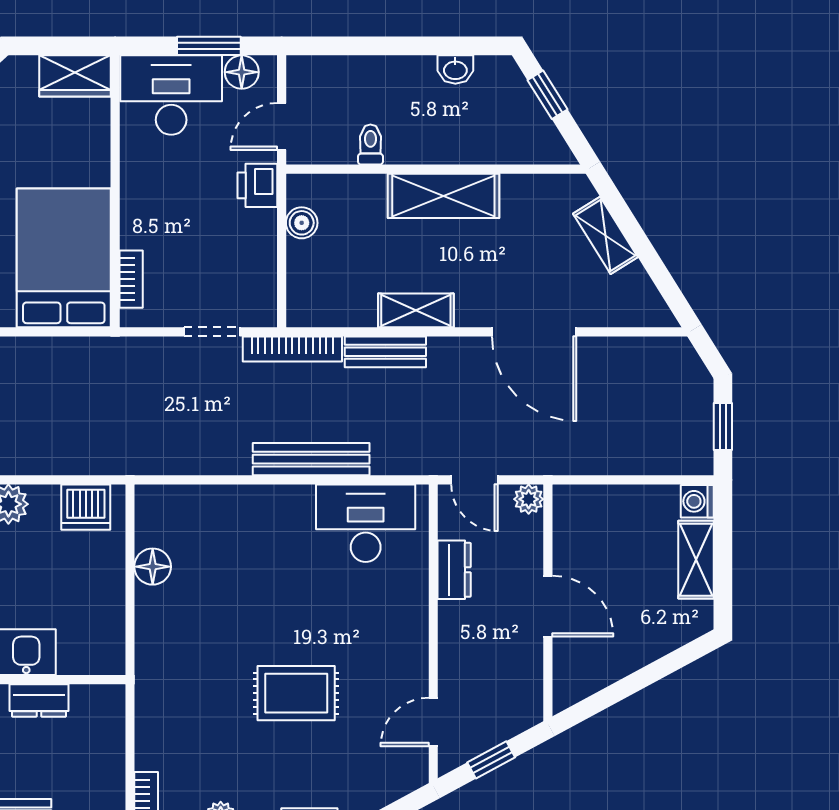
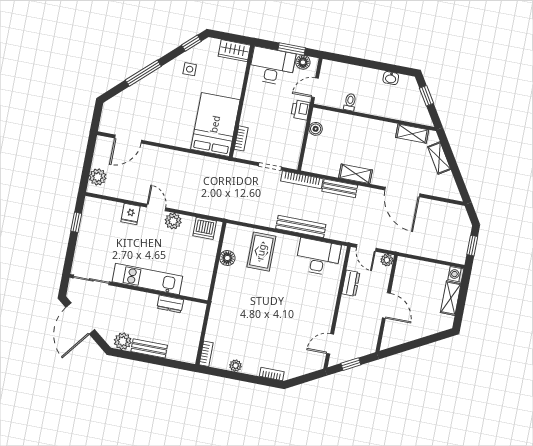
shelving: (443, 196) -> (412, 134), moved, width x0.67, depth x0.75
rug: (296, 693) -> (261, 252), moved, turned 90

